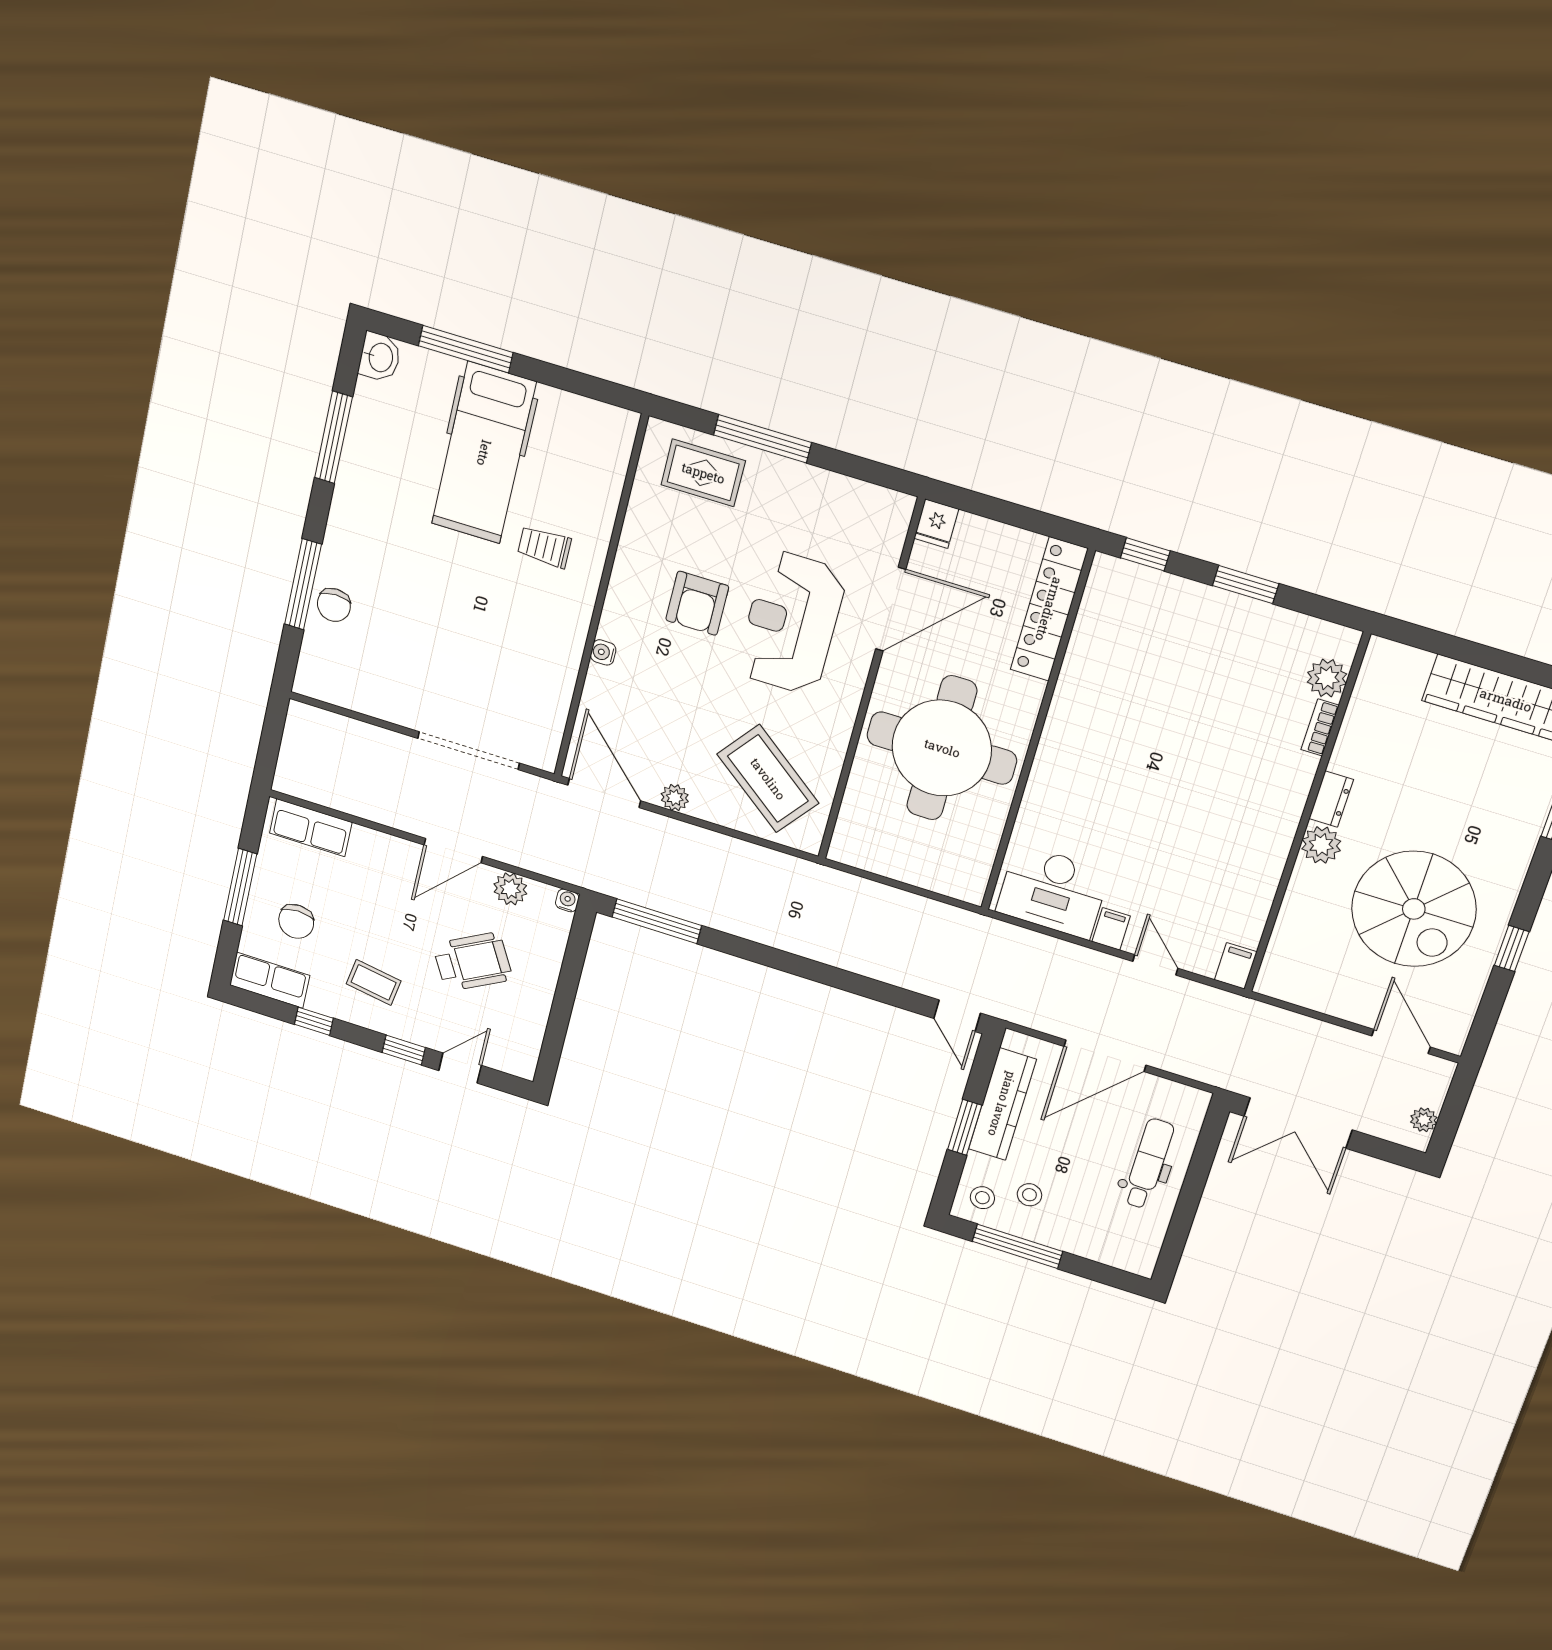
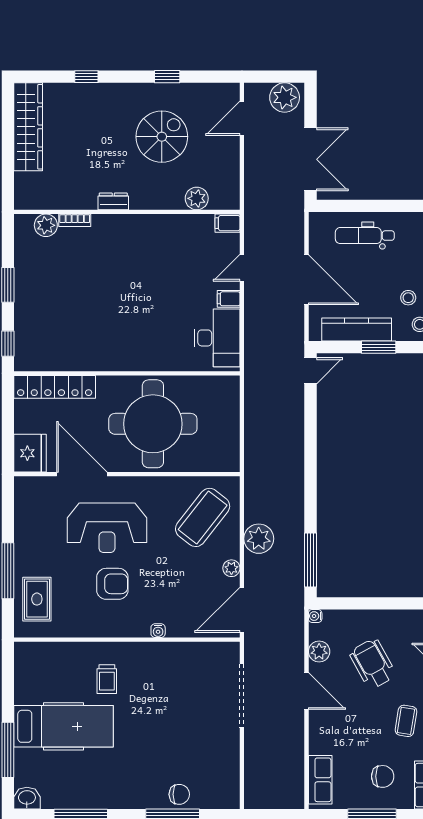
fridge: (936, 524) -> (30, 453), width x1.88, depth x1.34
plant: (1321, 845) -> (197, 198), moved
plant: (711, 854) -> (259, 539), added
spiral stairs: (1414, 909) -> (162, 137), width x0.73, depth x0.73
plant: (1424, 1120) -> (285, 97), width x1.88, depth x1.88

